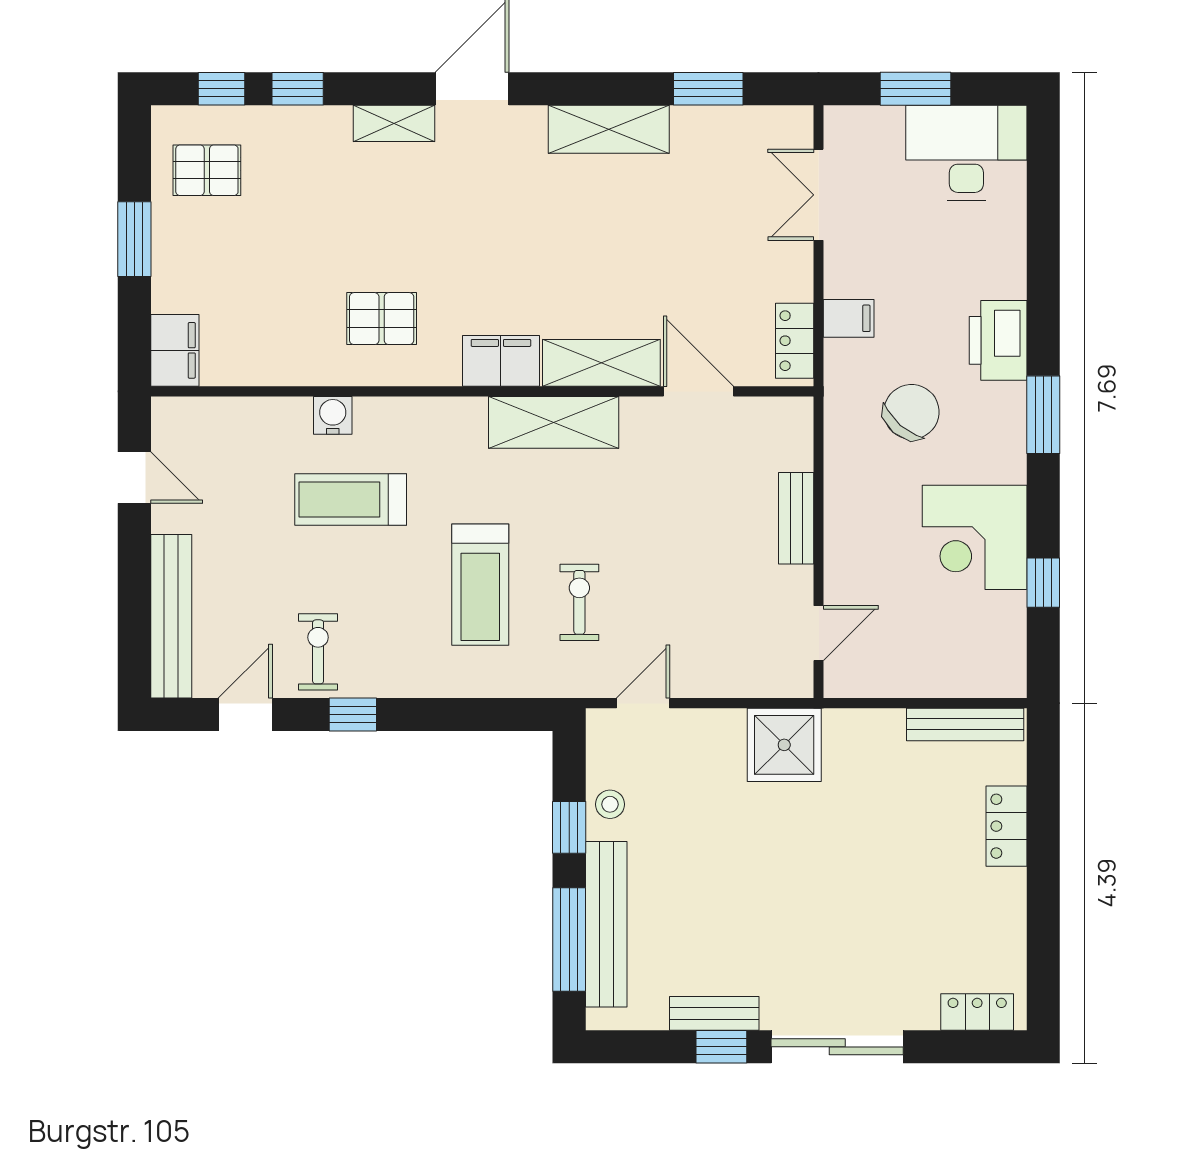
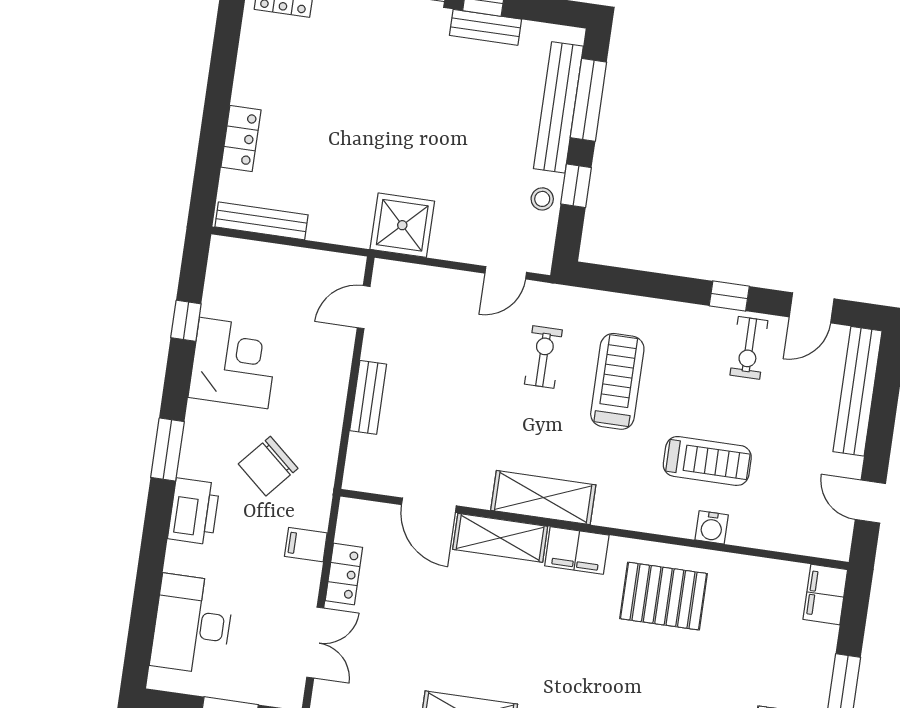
desk: (966, 153) -> (192, 624), moved, turned 90
pallet: (382, 319) -> (663, 596), width x1.50, depth x1.42
locker: (795, 341) -> (344, 574), moved
exercise bike: (579, 602) -> (543, 357), turned 180

